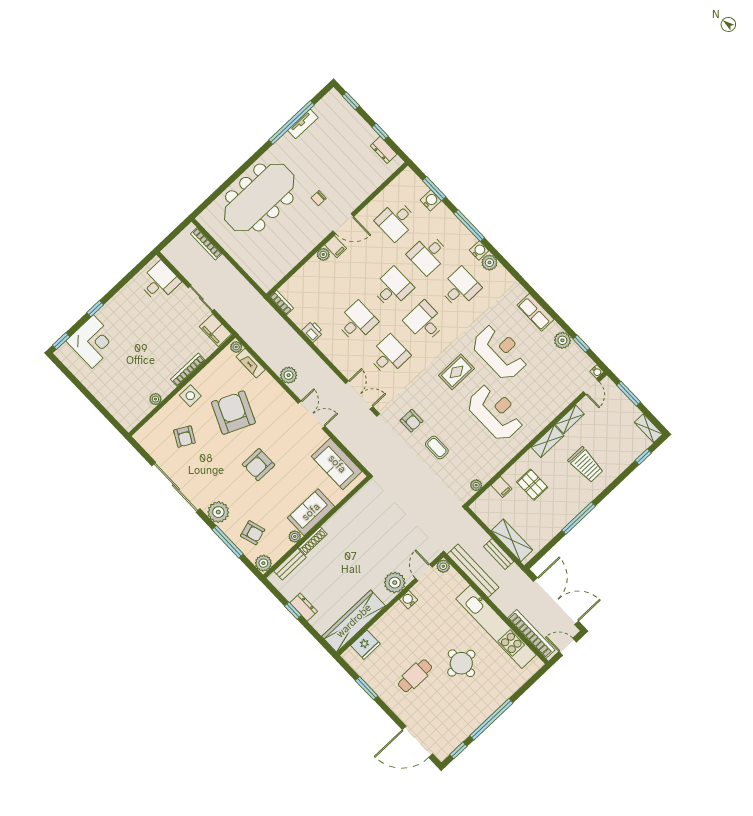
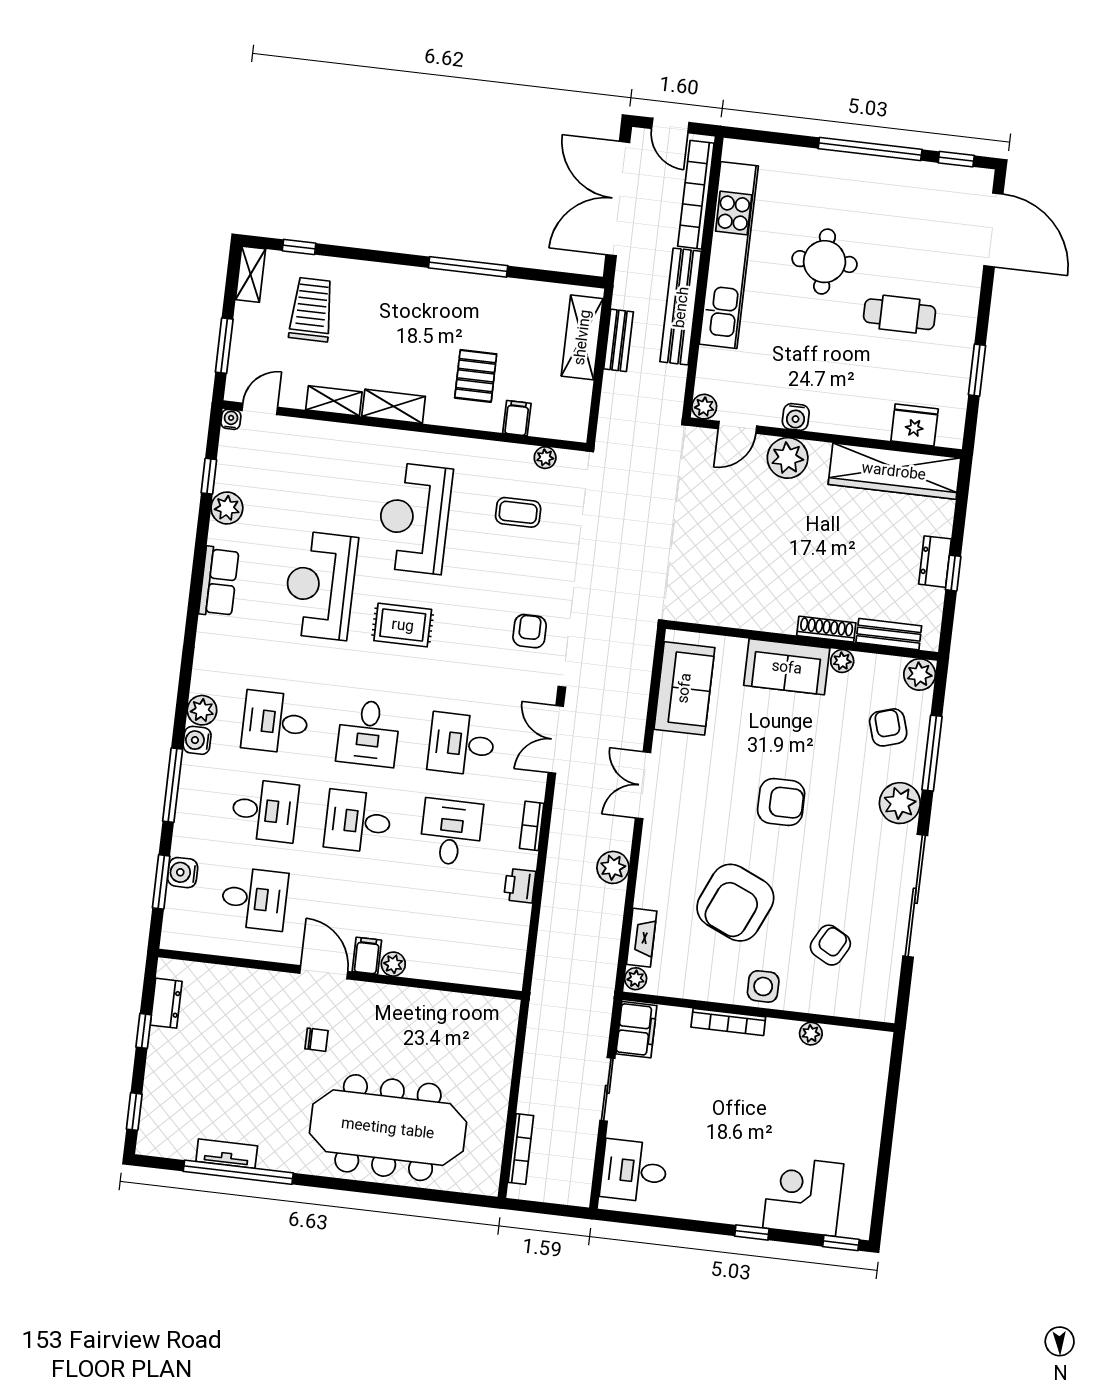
bookcase: (281, 303) -> (532, 826), moved
desk: (357, 322) -> (451, 832), turned 90
coffee table: (437, 448) -> (518, 512), moved, turned 90
trolley: (586, 465) -> (311, 310), moved
bench: (473, 571) -> (681, 307), moved

